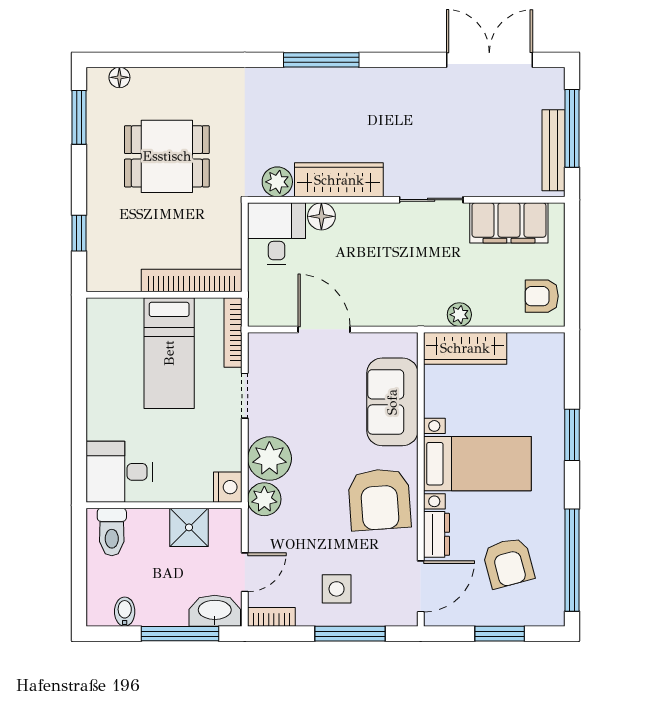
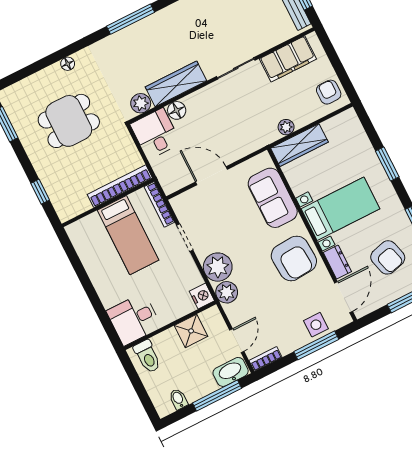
floor lamp: (119, 77) -> (68, 64), moved
armchair: (542, 296) -> (329, 92), turned 90
side table: (337, 589) -> (316, 325), moved

